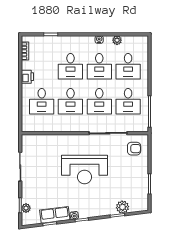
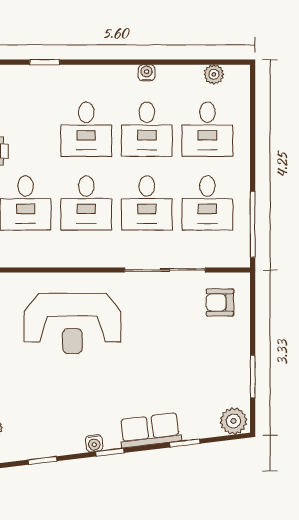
plant: (117, 40) -> (214, 74), moved
armchair: (134, 149) -> (220, 302), turned 180
reception desk: (84, 170) -> (72, 324), moved
plant: (122, 207) -> (233, 421), moved
row of seats: (55, 215) -> (150, 430), moved

